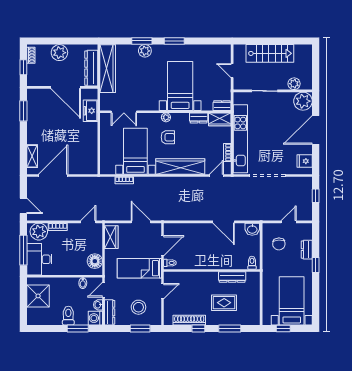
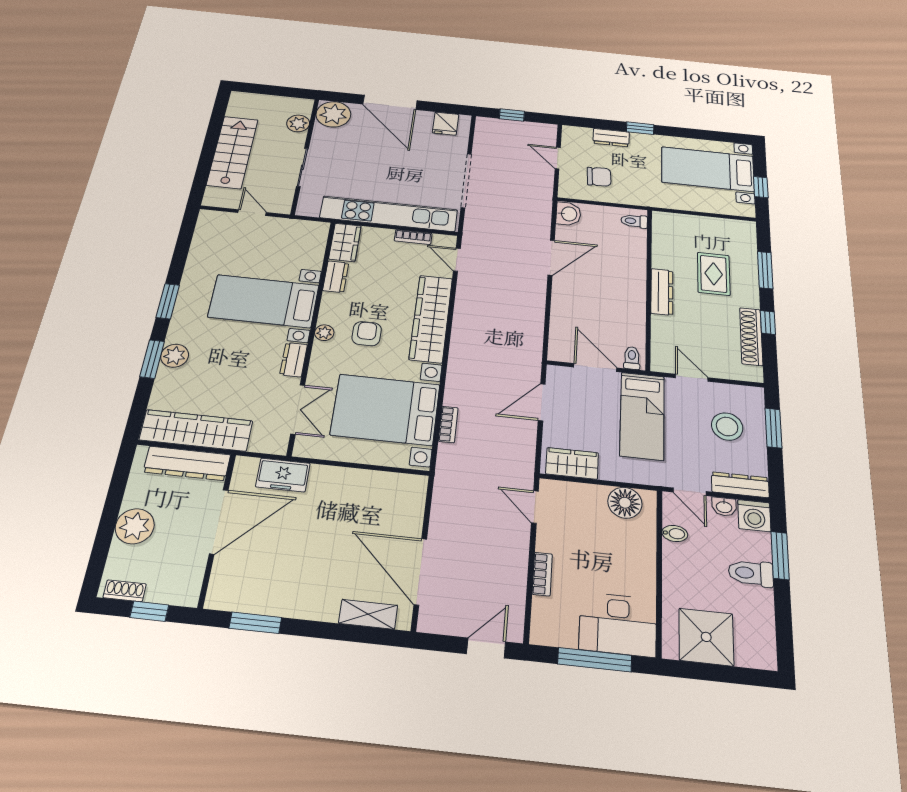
door: (232, 71) -> (252, 213), swing flipped
dresser: (222, 106) -> (294, 360), moved
bed with nightstands: (135, 151) -> (386, 410), width x1.36
plant: (39, 232) -> (551, 618), removed
dresser: (232, 277) -> (662, 292), moved

